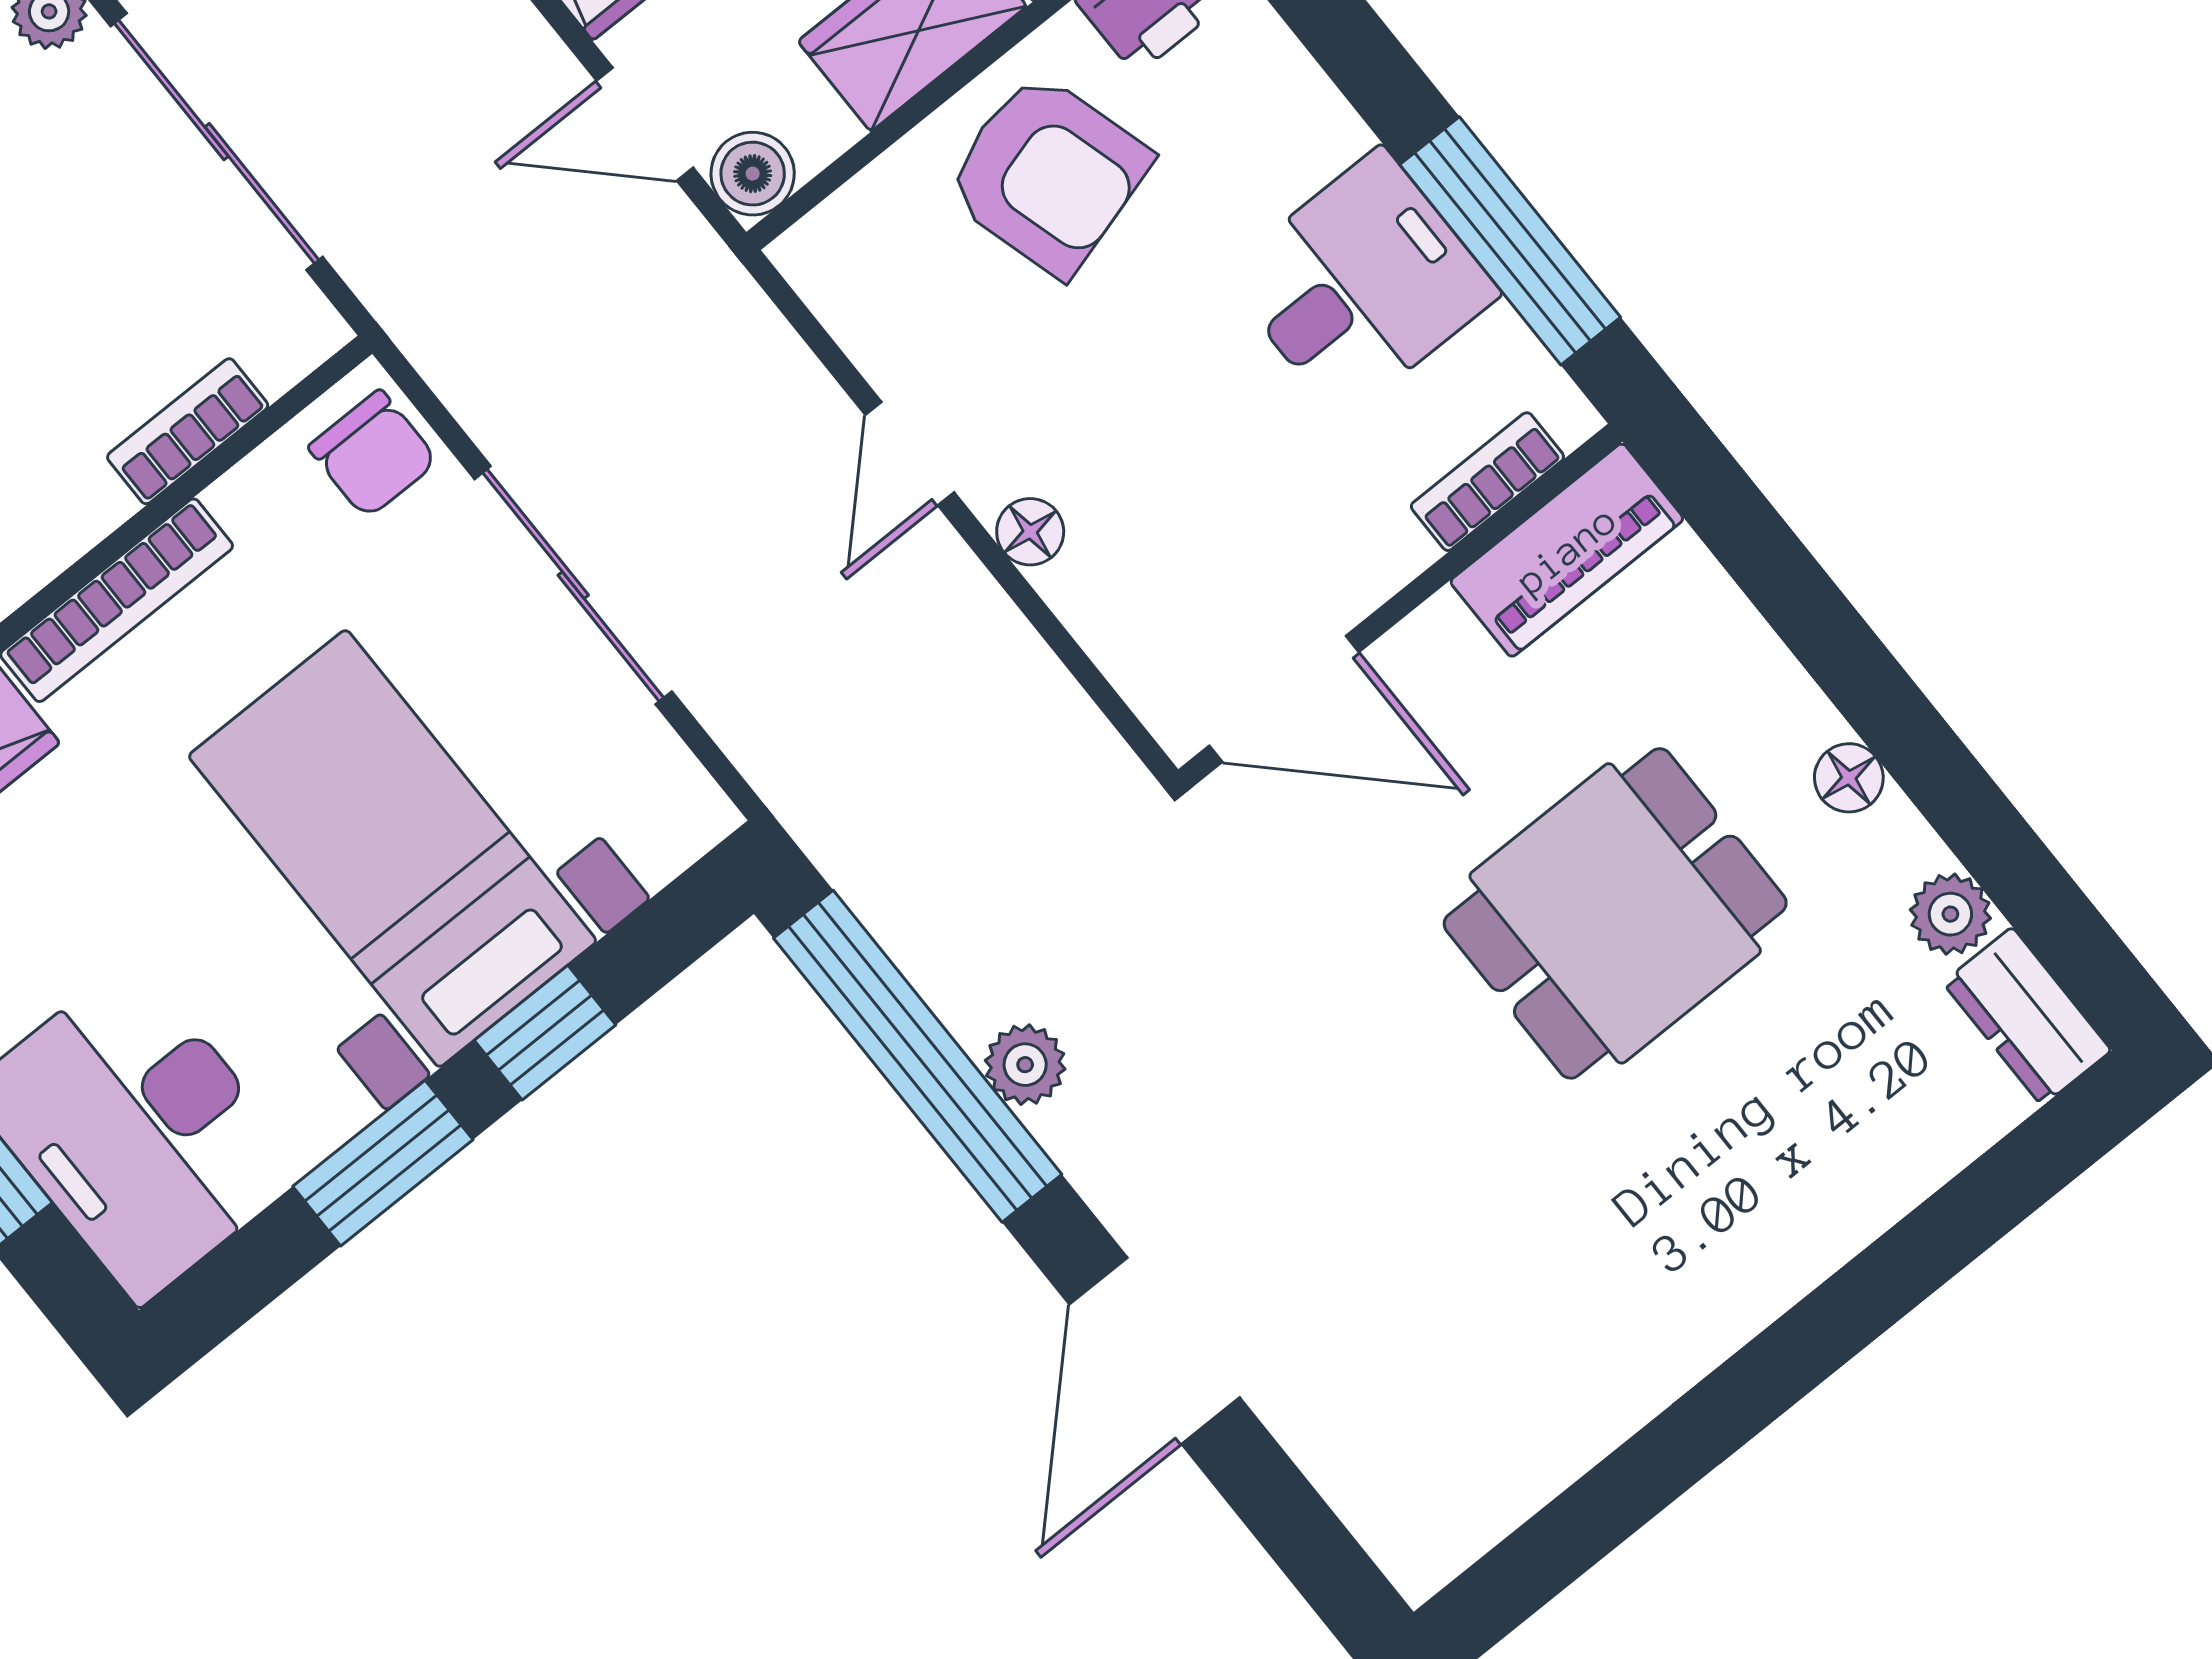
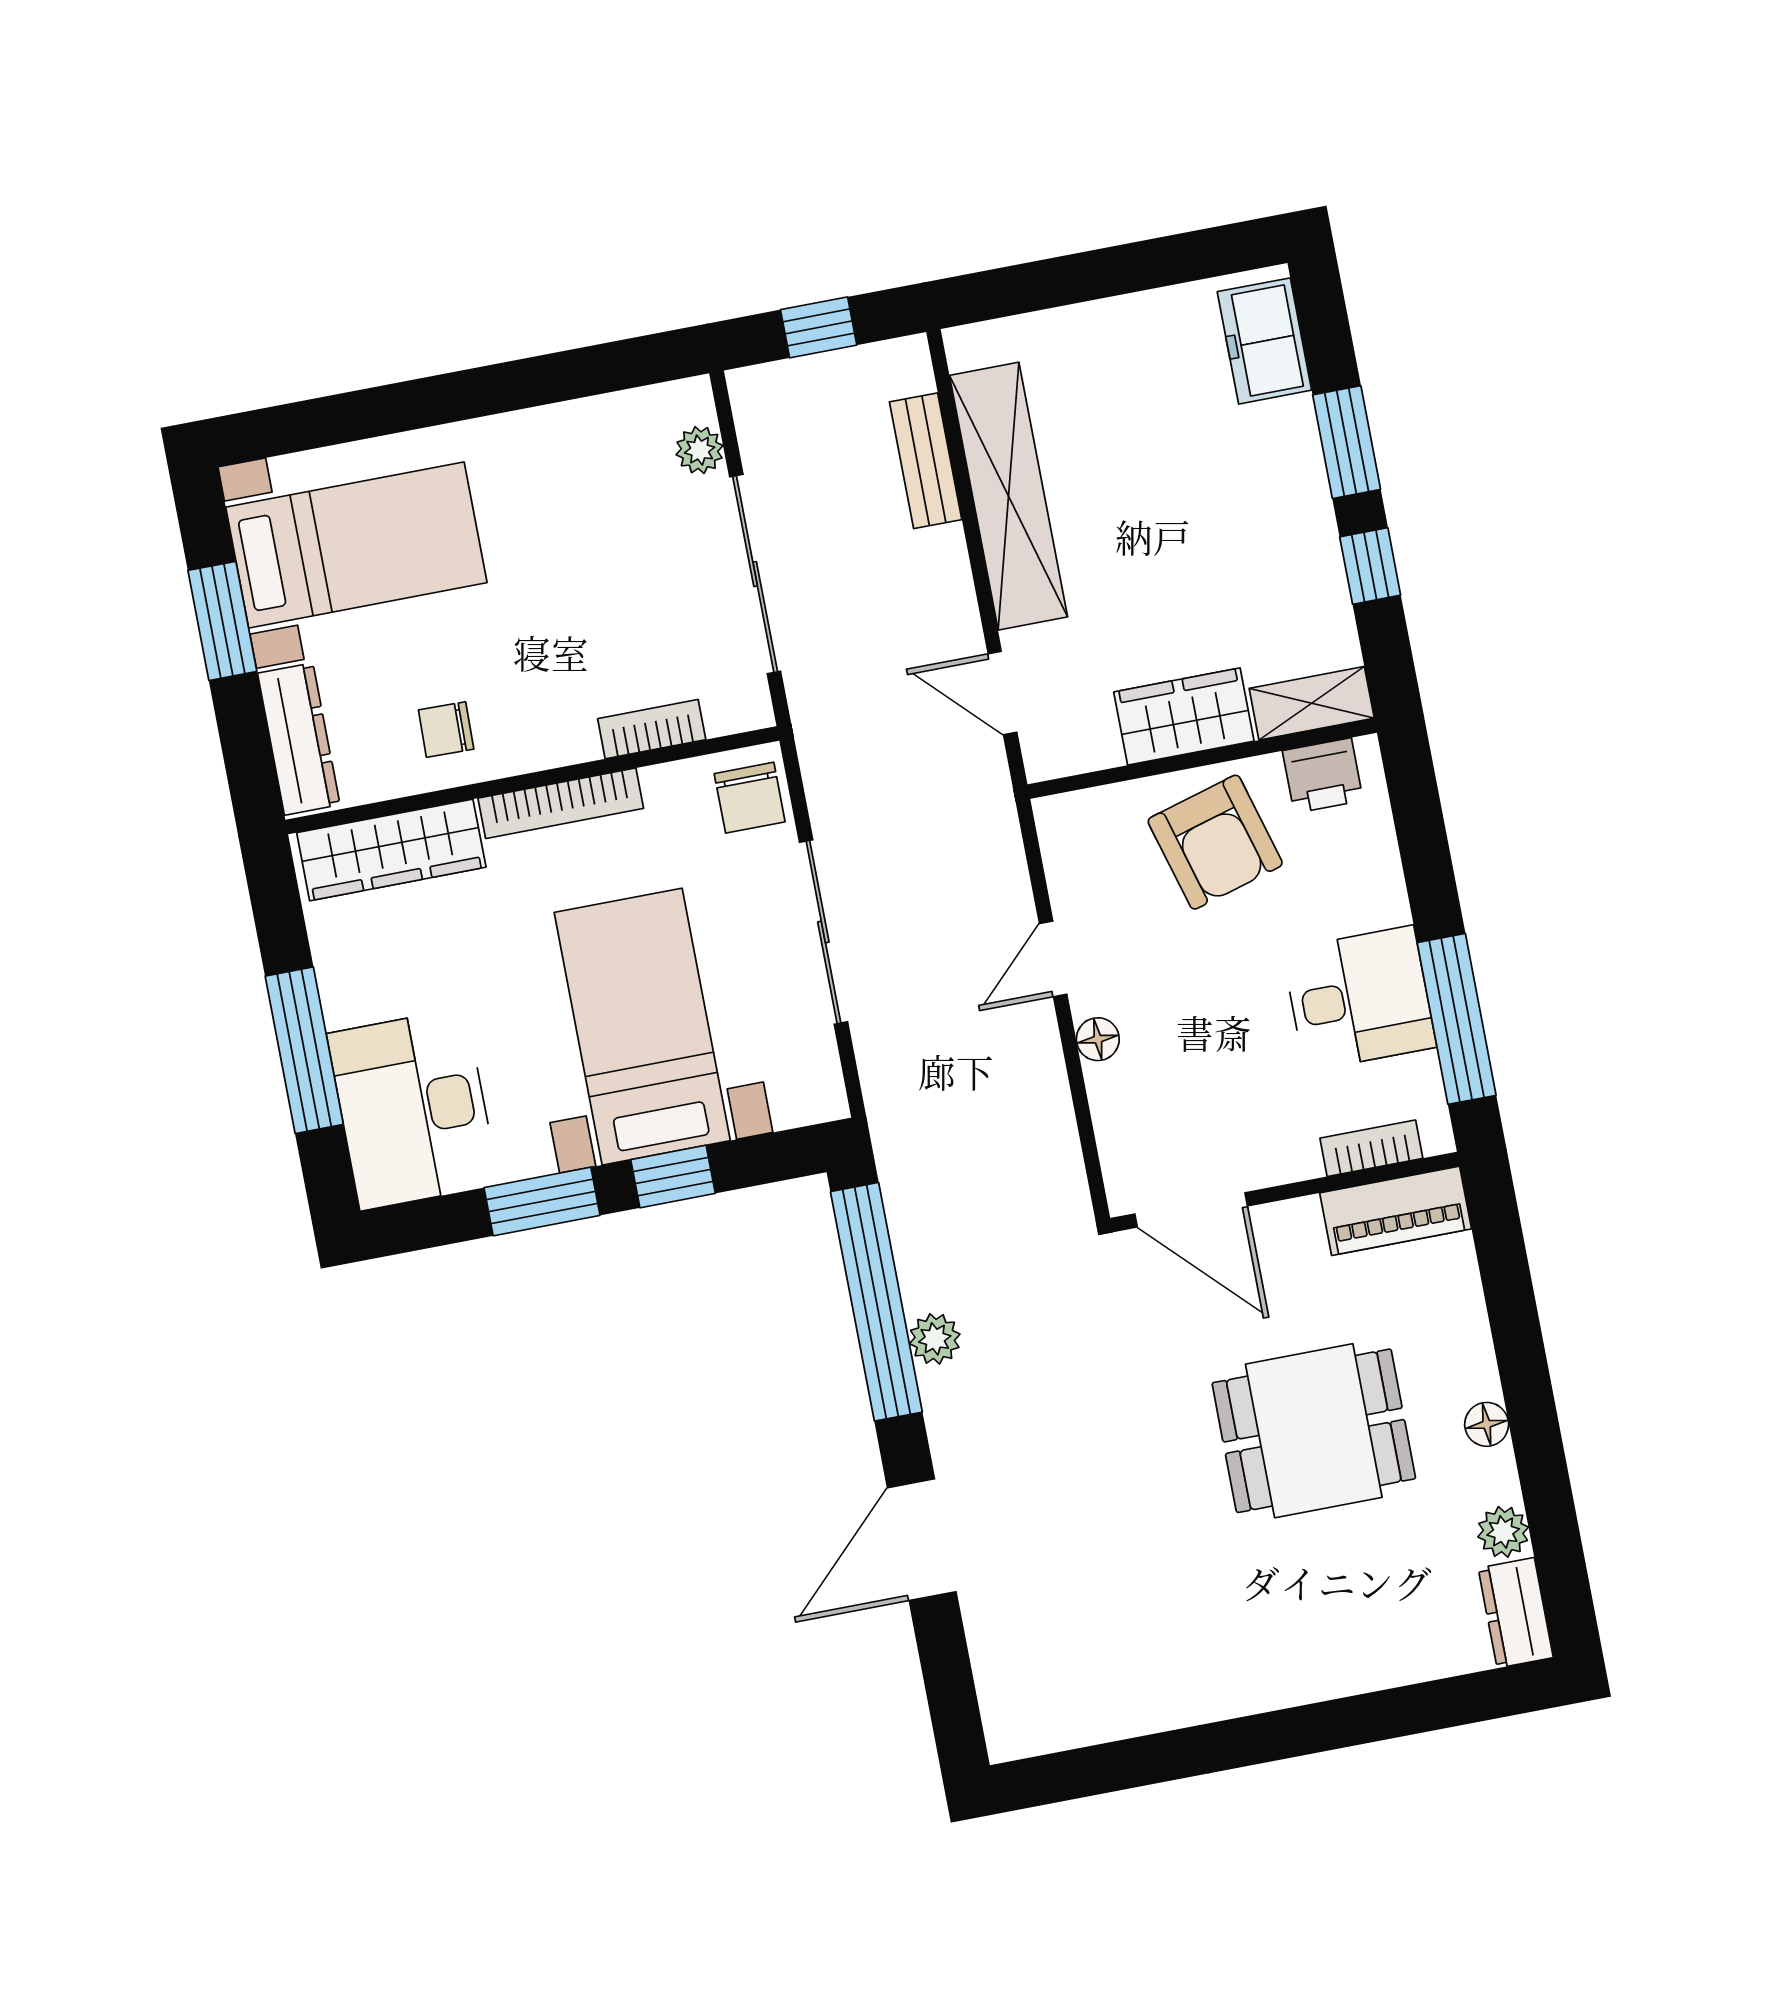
boiler: (753, 174) -> (1049, 753), removed

